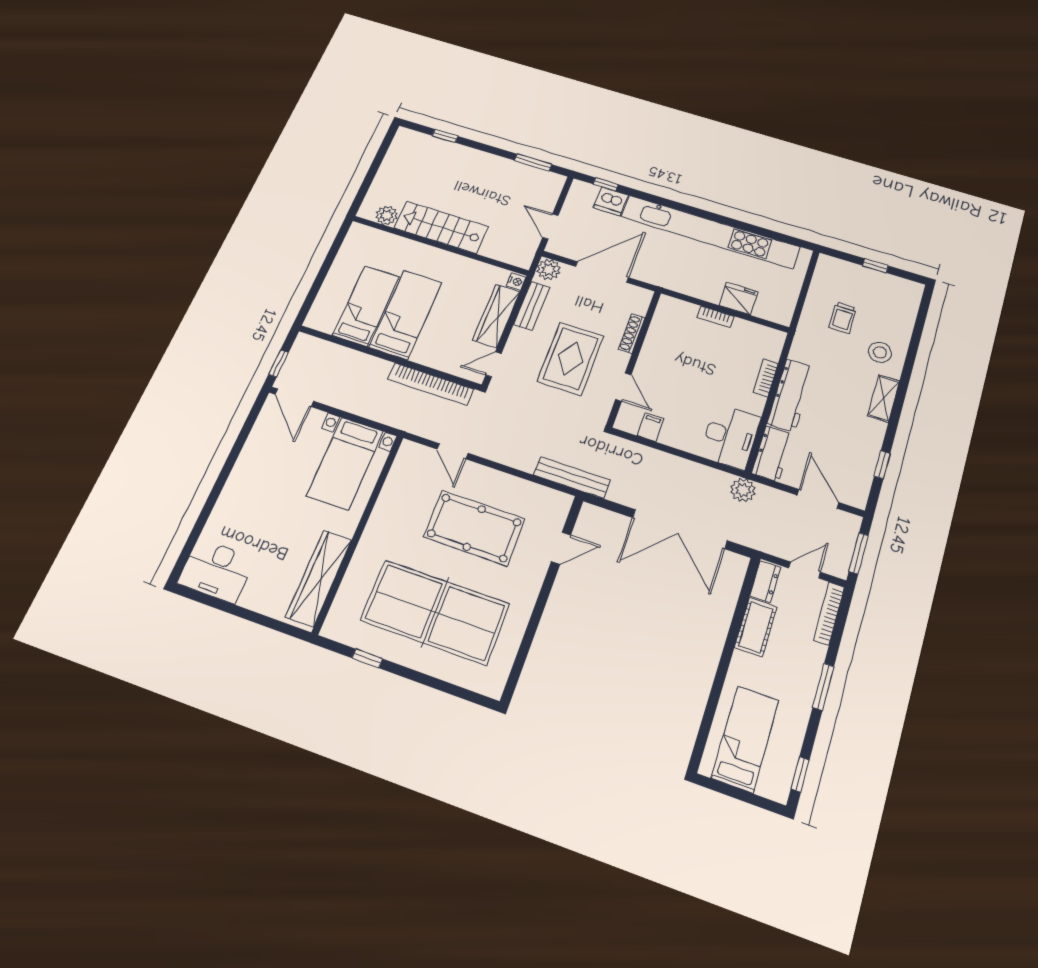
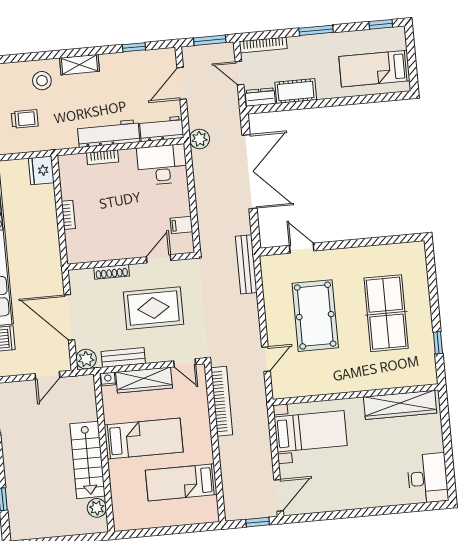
fridge: (738, 298) -> (41, 170), moved
bed: (406, 315) -> (144, 438), moved, turned 180
table tennis table: (435, 612) -> (386, 313), width x0.73, depth x0.76

